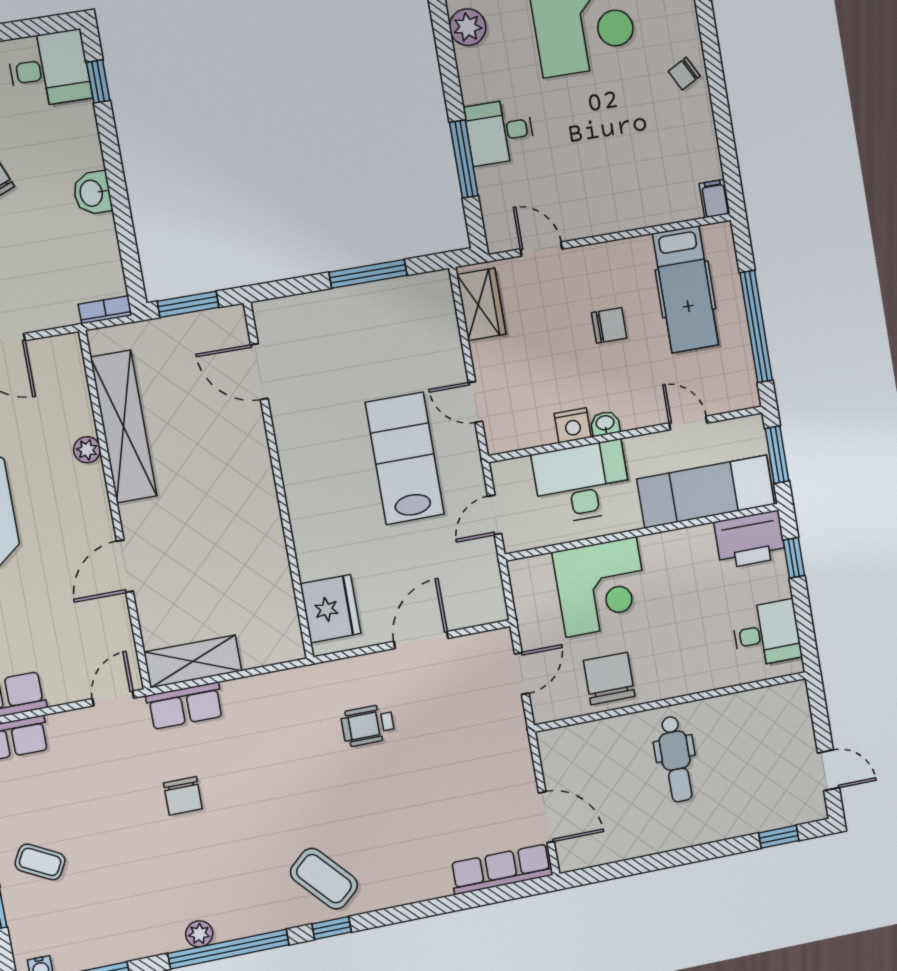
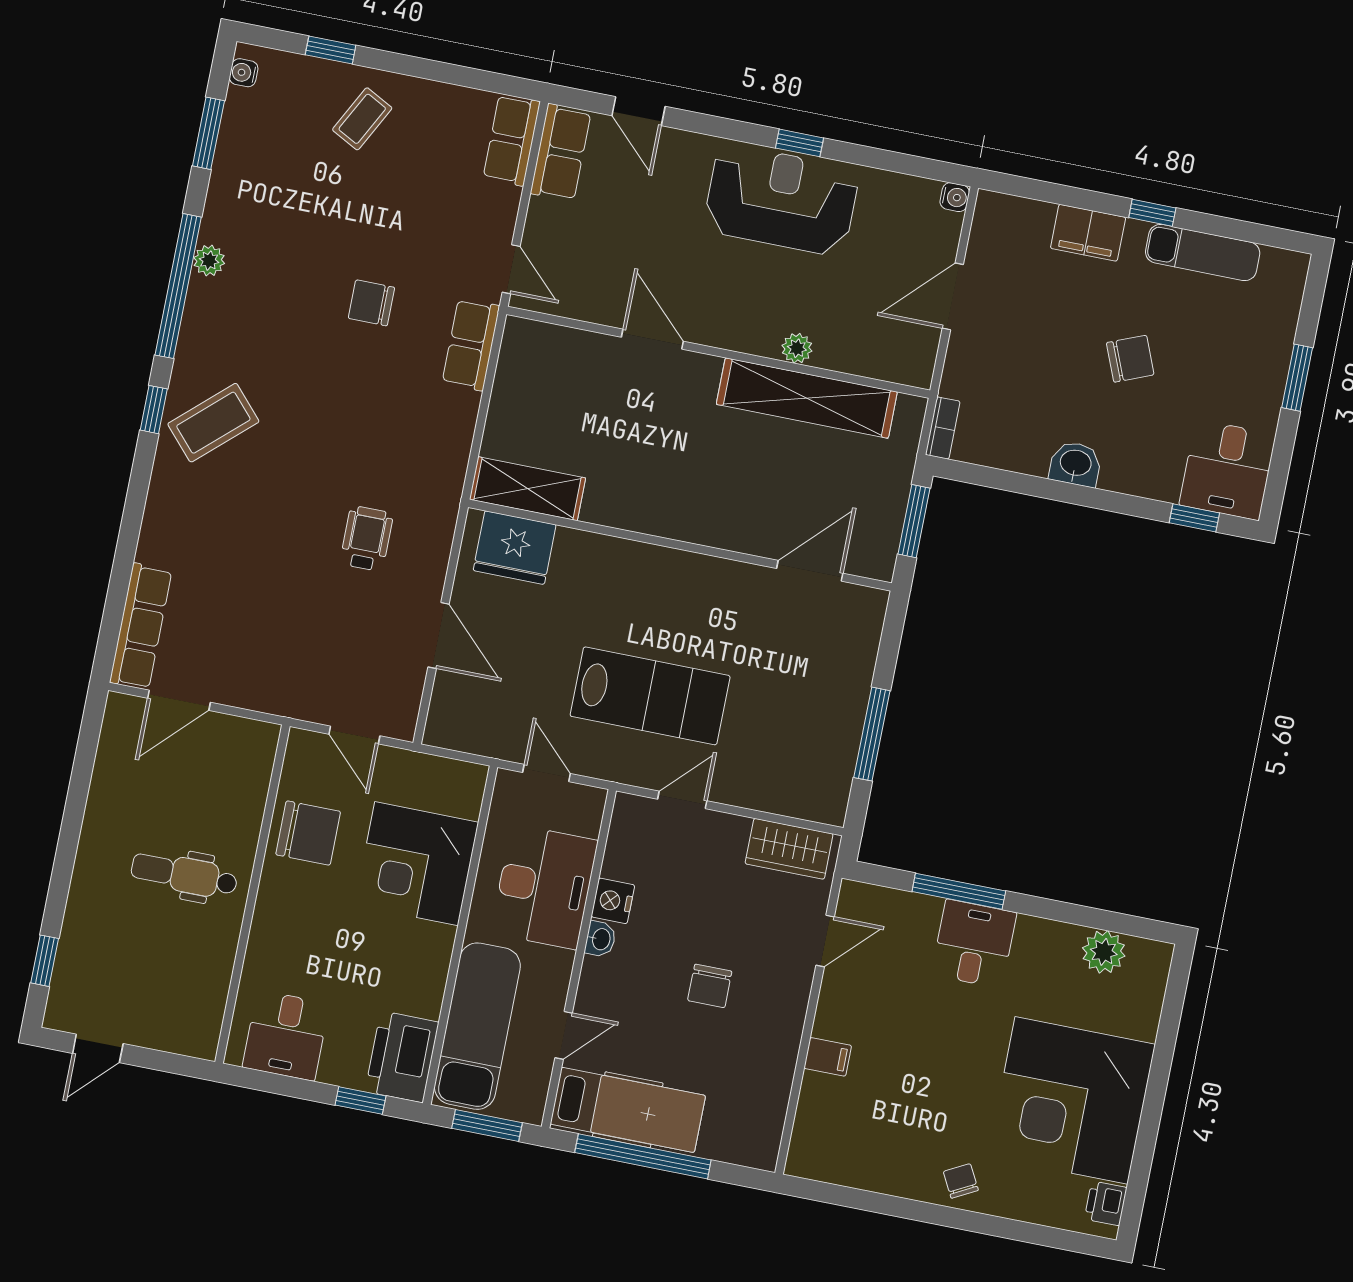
filing cabinet: (715, 199) -> (828, 1057), moved
hospital bed: (685, 289) -> (628, 1110), moved, turned 180
shelving: (193, 661) -> (527, 489), moved, turned 90

